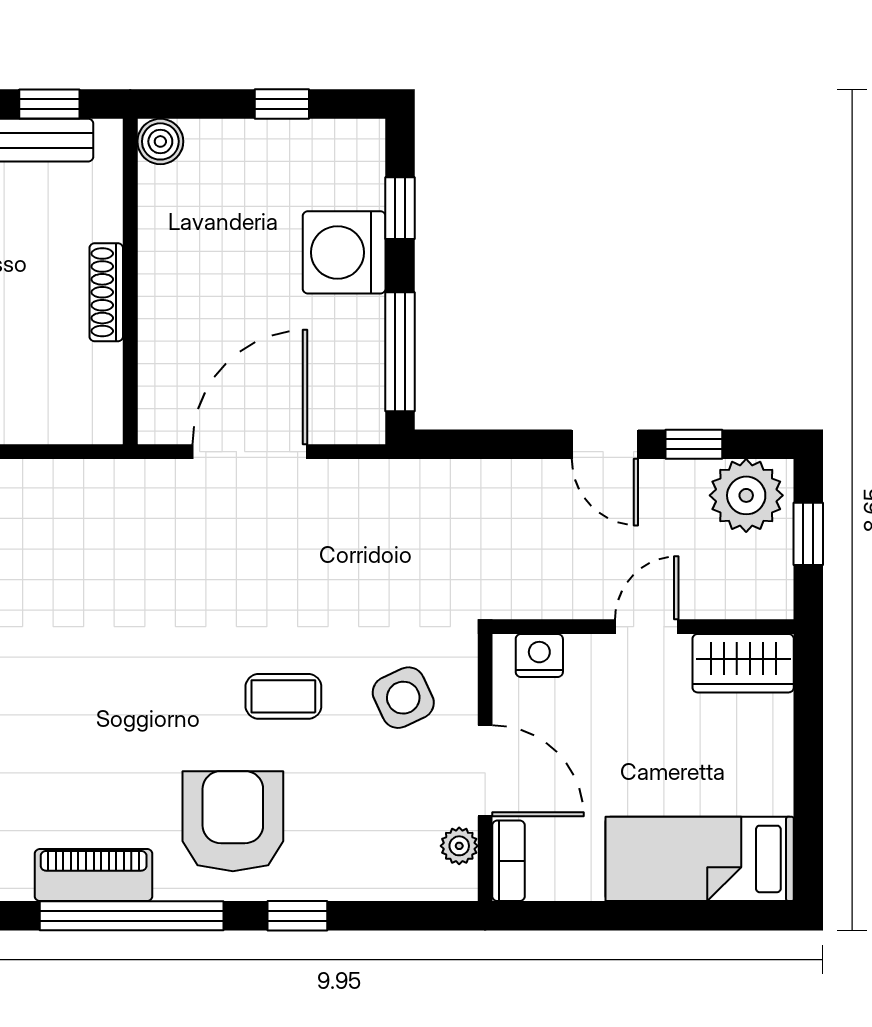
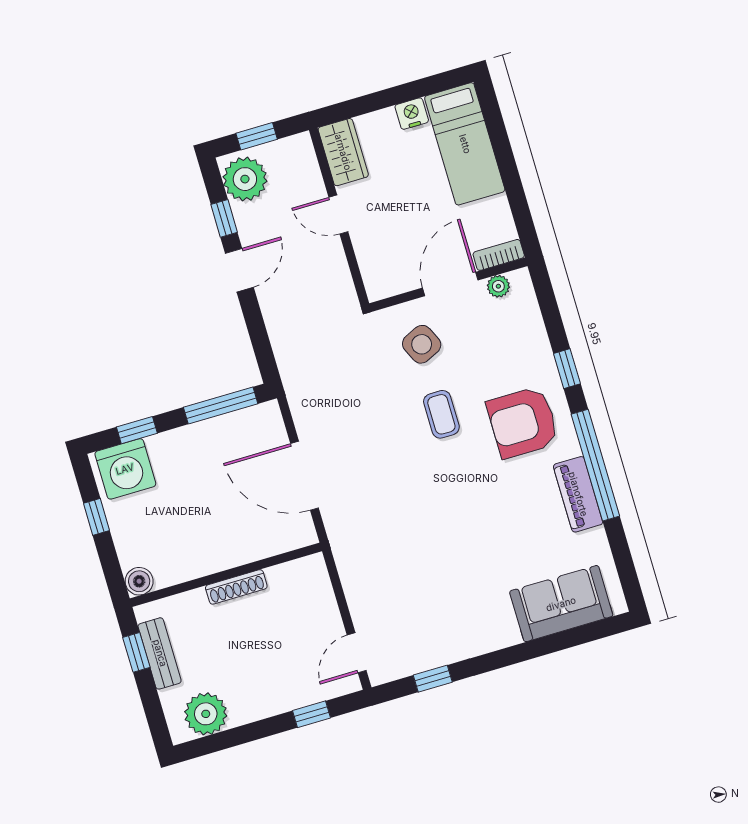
washing machine: (344, 252) -> (125, 469), moved
nightstand: (539, 655) -> (412, 114), moved, turned 90

